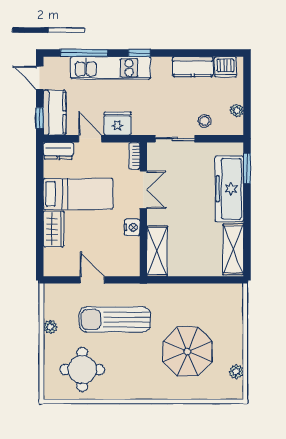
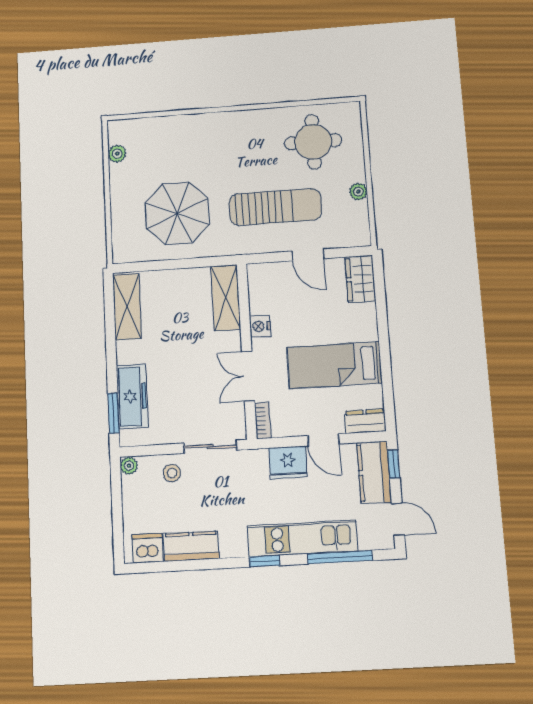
plant: (237, 111) -> (129, 466), moved
freezer: (229, 189) -> (132, 396), width x0.73, depth x0.79
wardrobe: (54, 229) -> (360, 279), moved
parasol: (187, 352) -> (177, 213), moved

